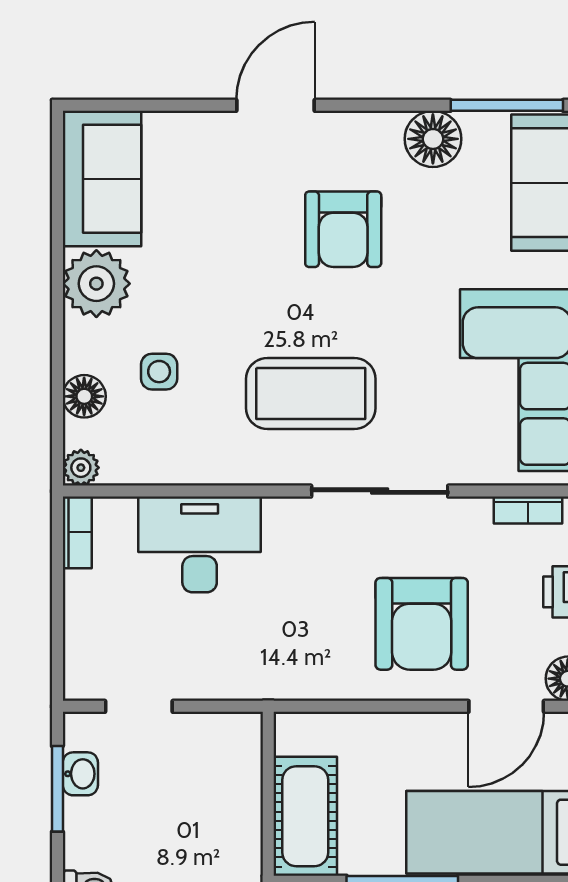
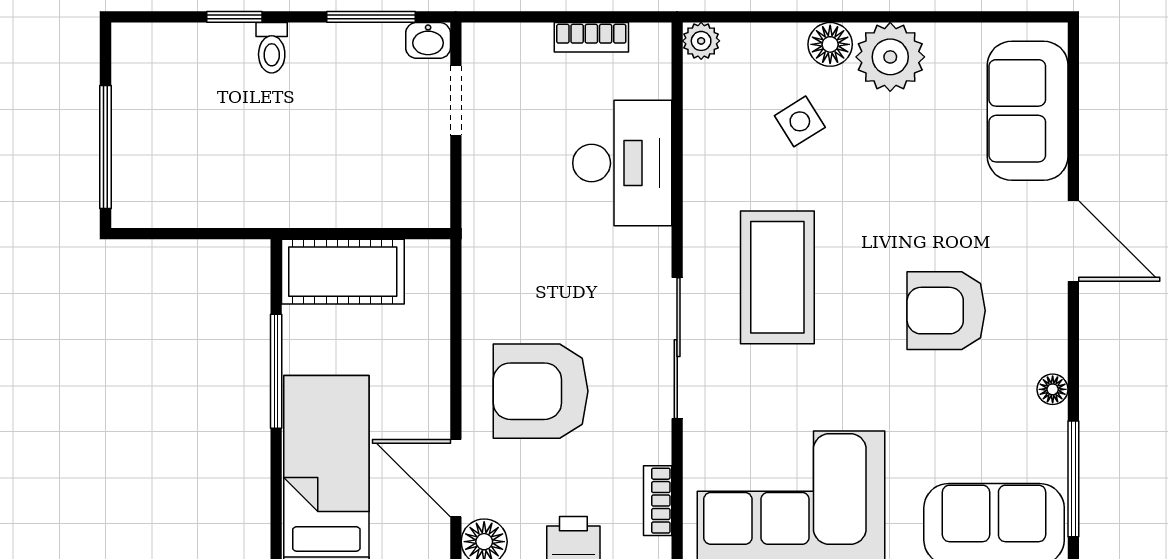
floor lamp: (433, 139) -> (1053, 389), width x0.53, depth x0.53
sofa: (102, 179) -> (1028, 111), moved, turned 90
side table: (159, 372) -> (800, 121), turned -32
floor lamp: (84, 396) -> (830, 44), moved
bookcase: (77, 532) -> (591, 37), moved
washbasin: (80, 774) -> (428, 40), moved

